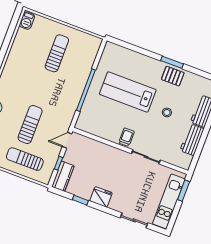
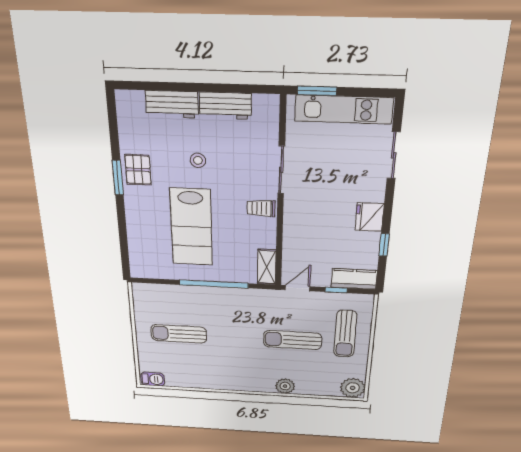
shelving: (87, 127) -> (267, 267), added
door: (67, 140) -> (297, 288), swing flipped

